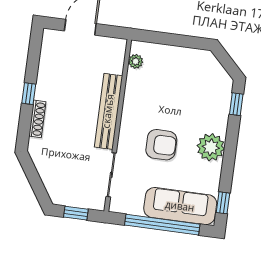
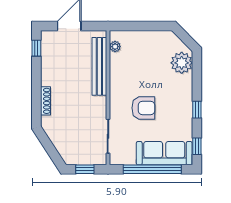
window: (29, 94) -> (36, 48), moved
window: (236, 104) -> (197, 110), moved
bench: (108, 111) -> (99, 66), moved
plant: (211, 147) -> (182, 63), moved

